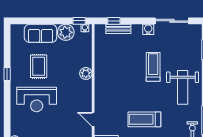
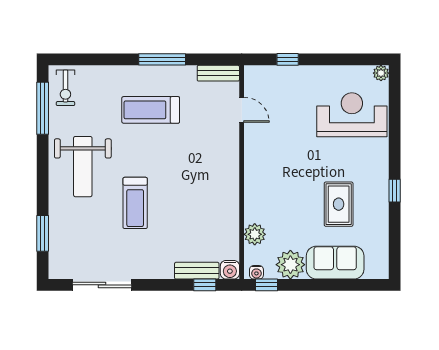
water cooler: (148, 29) -> (230, 270), moved
plant: (86, 73) -> (255, 234), moved
weight bench: (183, 87) -> (83, 167), turned 180
reception desk: (37, 99) -> (352, 115), moved
treadmill: (144, 119) -> (151, 110), turned 180

